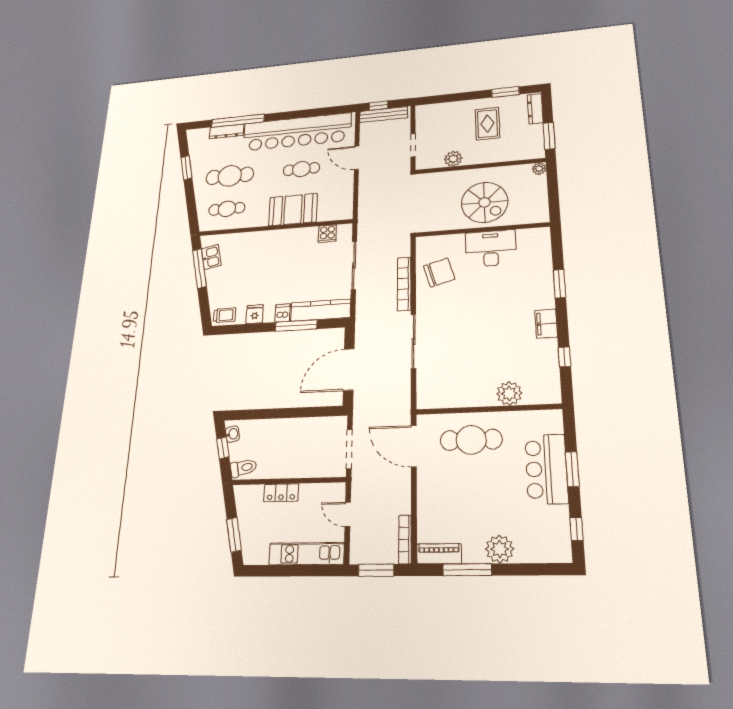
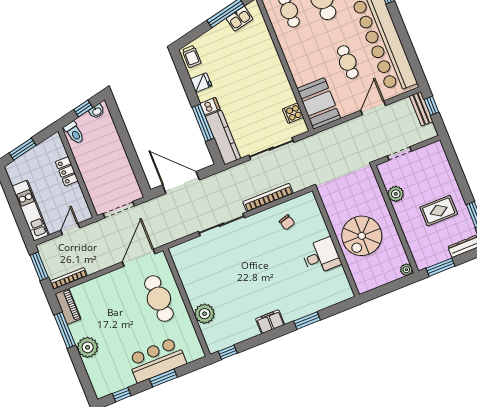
bench: (384, 115) -> (421, 109), width x0.73
booth: (293, 210) -> (319, 104), moved
desk: (491, 249) -> (321, 256), width x0.73
chair: (439, 273) -> (287, 222), width x0.54, depth x0.54
window: (564, 357) -> (228, 352), moved

